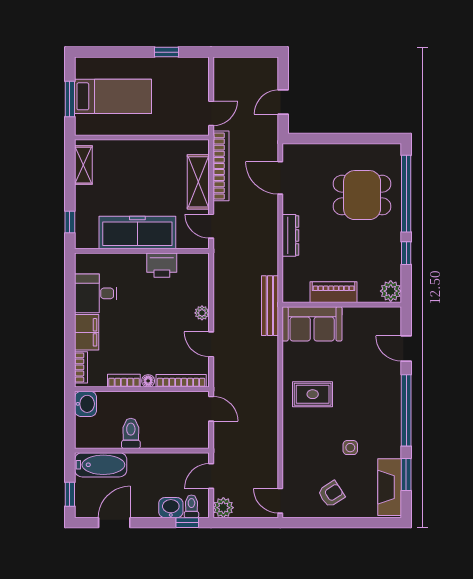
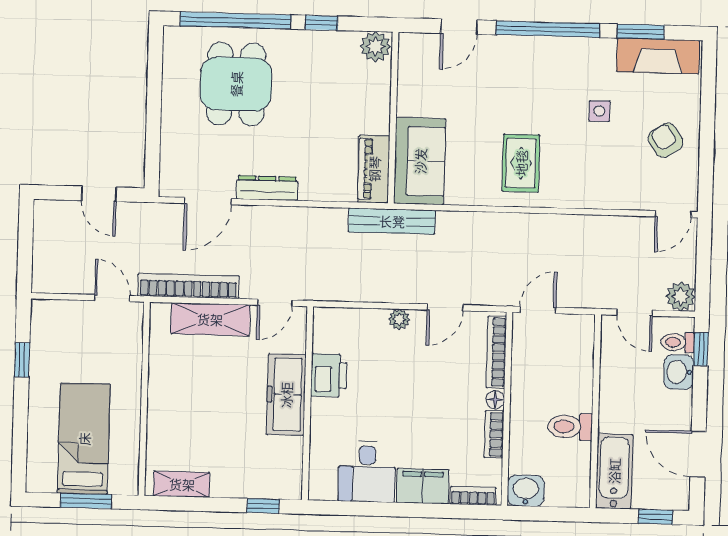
freezer: (137, 232) -> (286, 395), width x0.73, depth x0.79
dresser: (290, 235) -> (267, 188), moved
piano: (334, 292) -> (374, 169), moved

